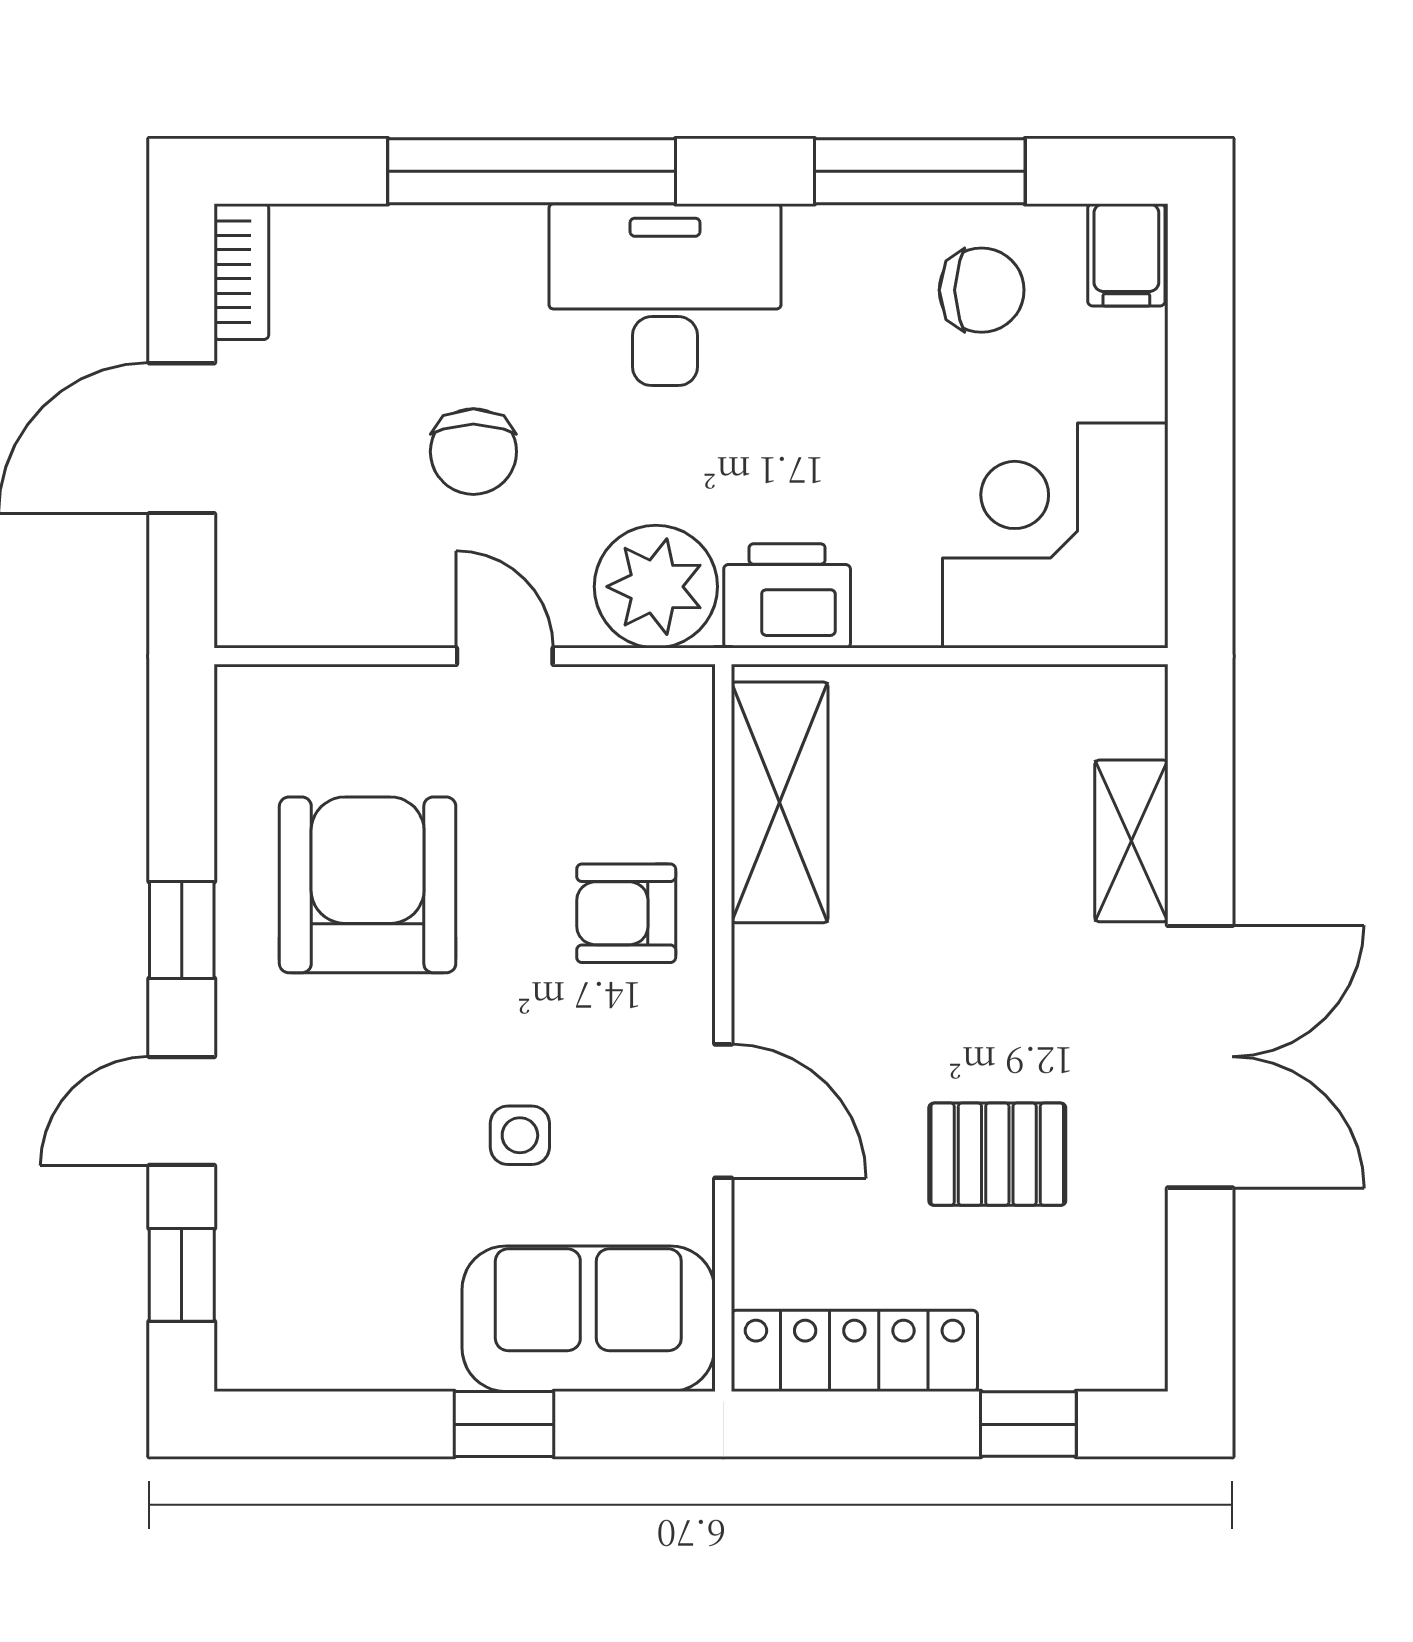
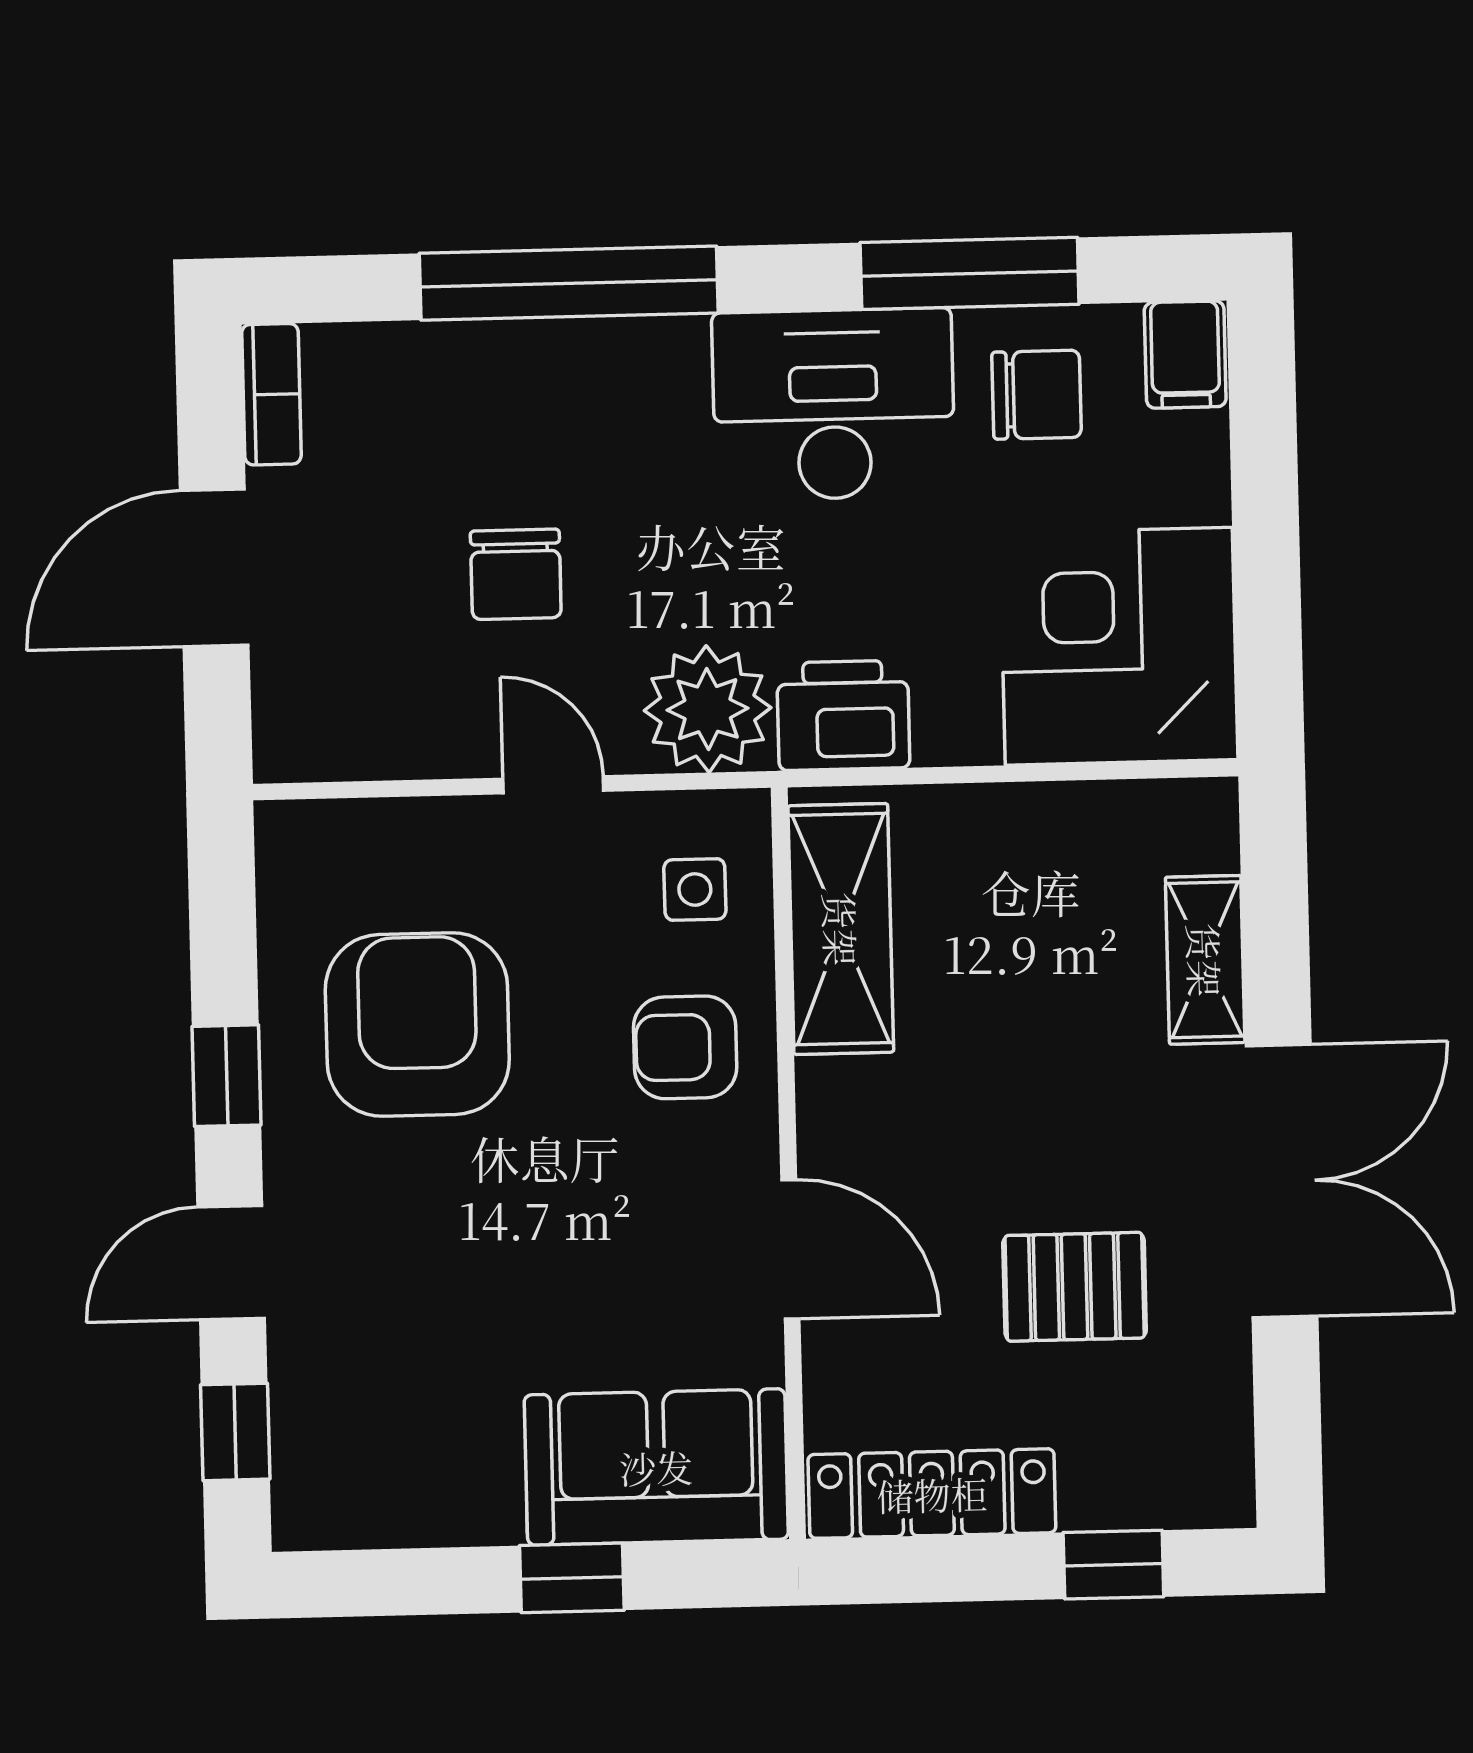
desk: (665, 295) -> (834, 404), moved
side table: (520, 1135) -> (695, 889), moved

